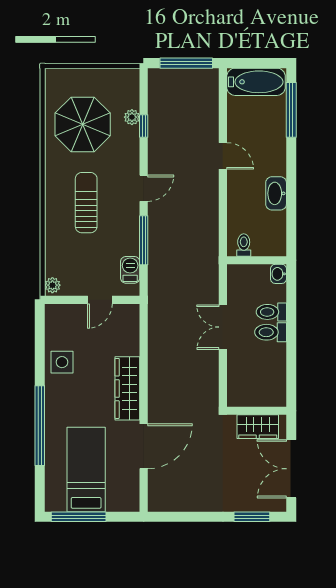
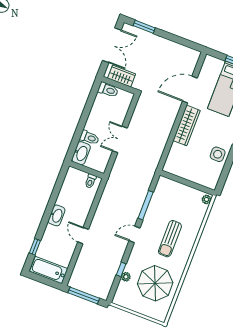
window: (291, 110) -> (35, 247), width x0.46
washbasin: (276, 193) -> (57, 215), moved
barbecue: (130, 270) -> (160, 191), removed
washbasin: (278, 274) -> (81, 153), width x1.91, depth x1.45
door: (100, 300) -> (183, 181), removed
double door: (223, 327) -> (120, 139), swing flipped
toilet: (271, 332) -> (108, 90), moved

